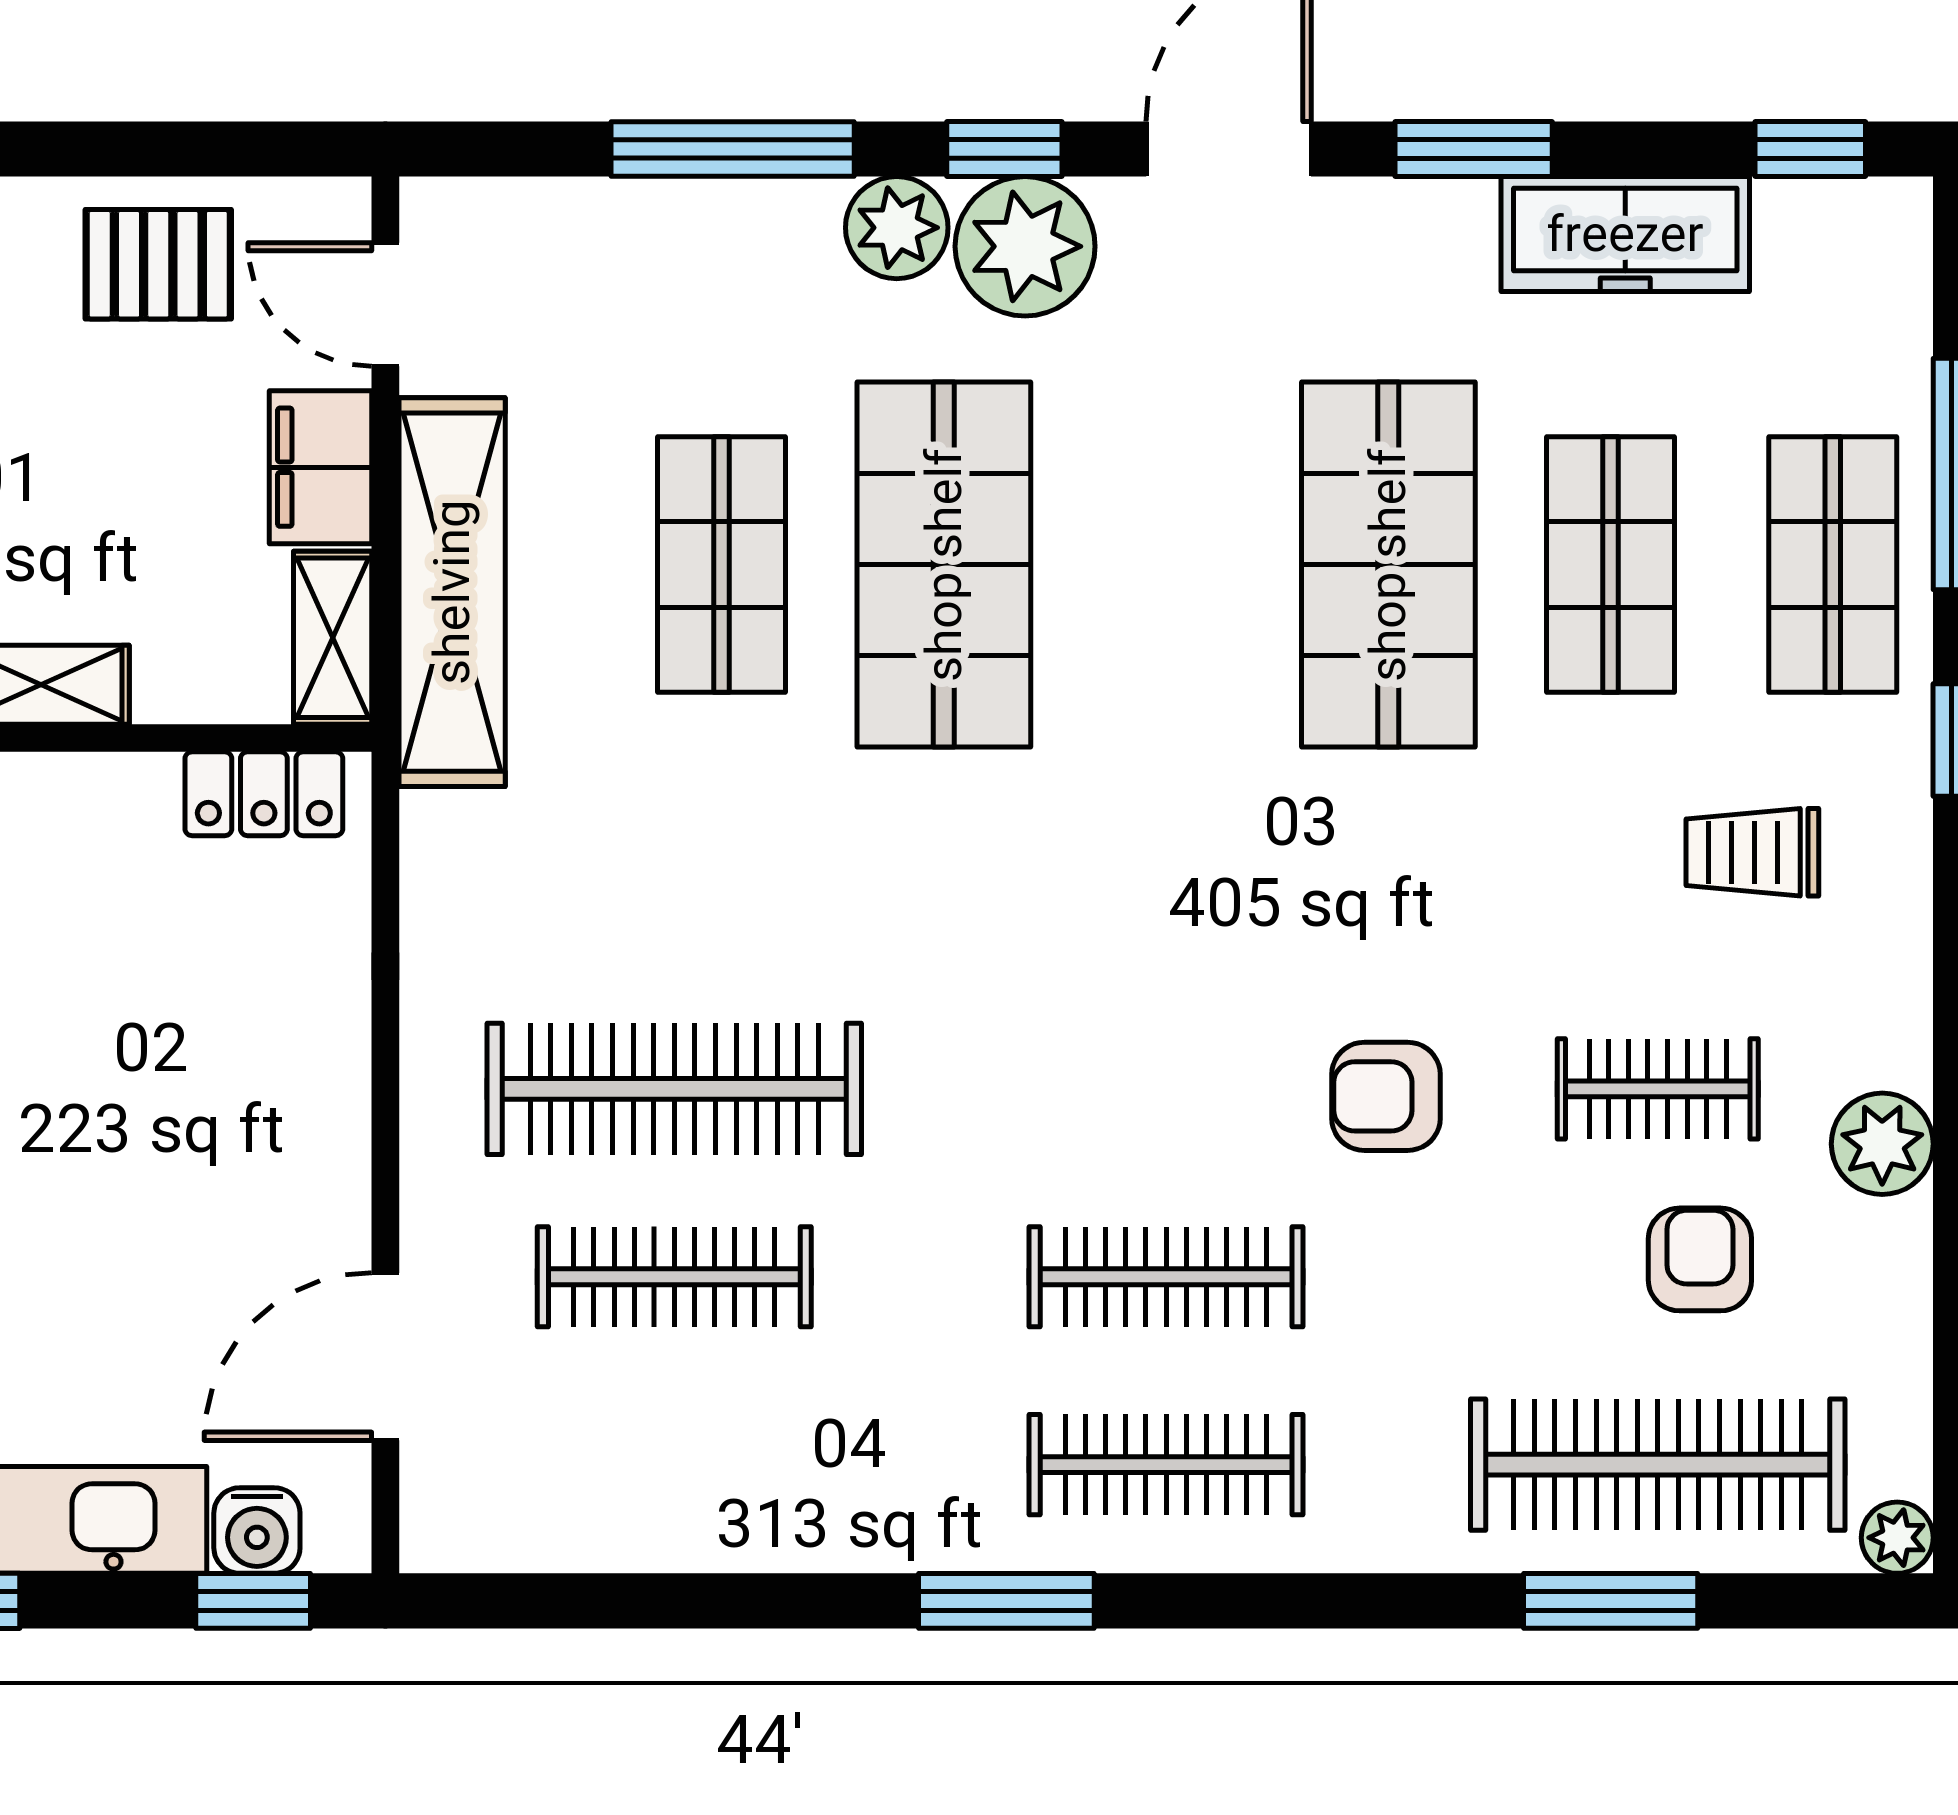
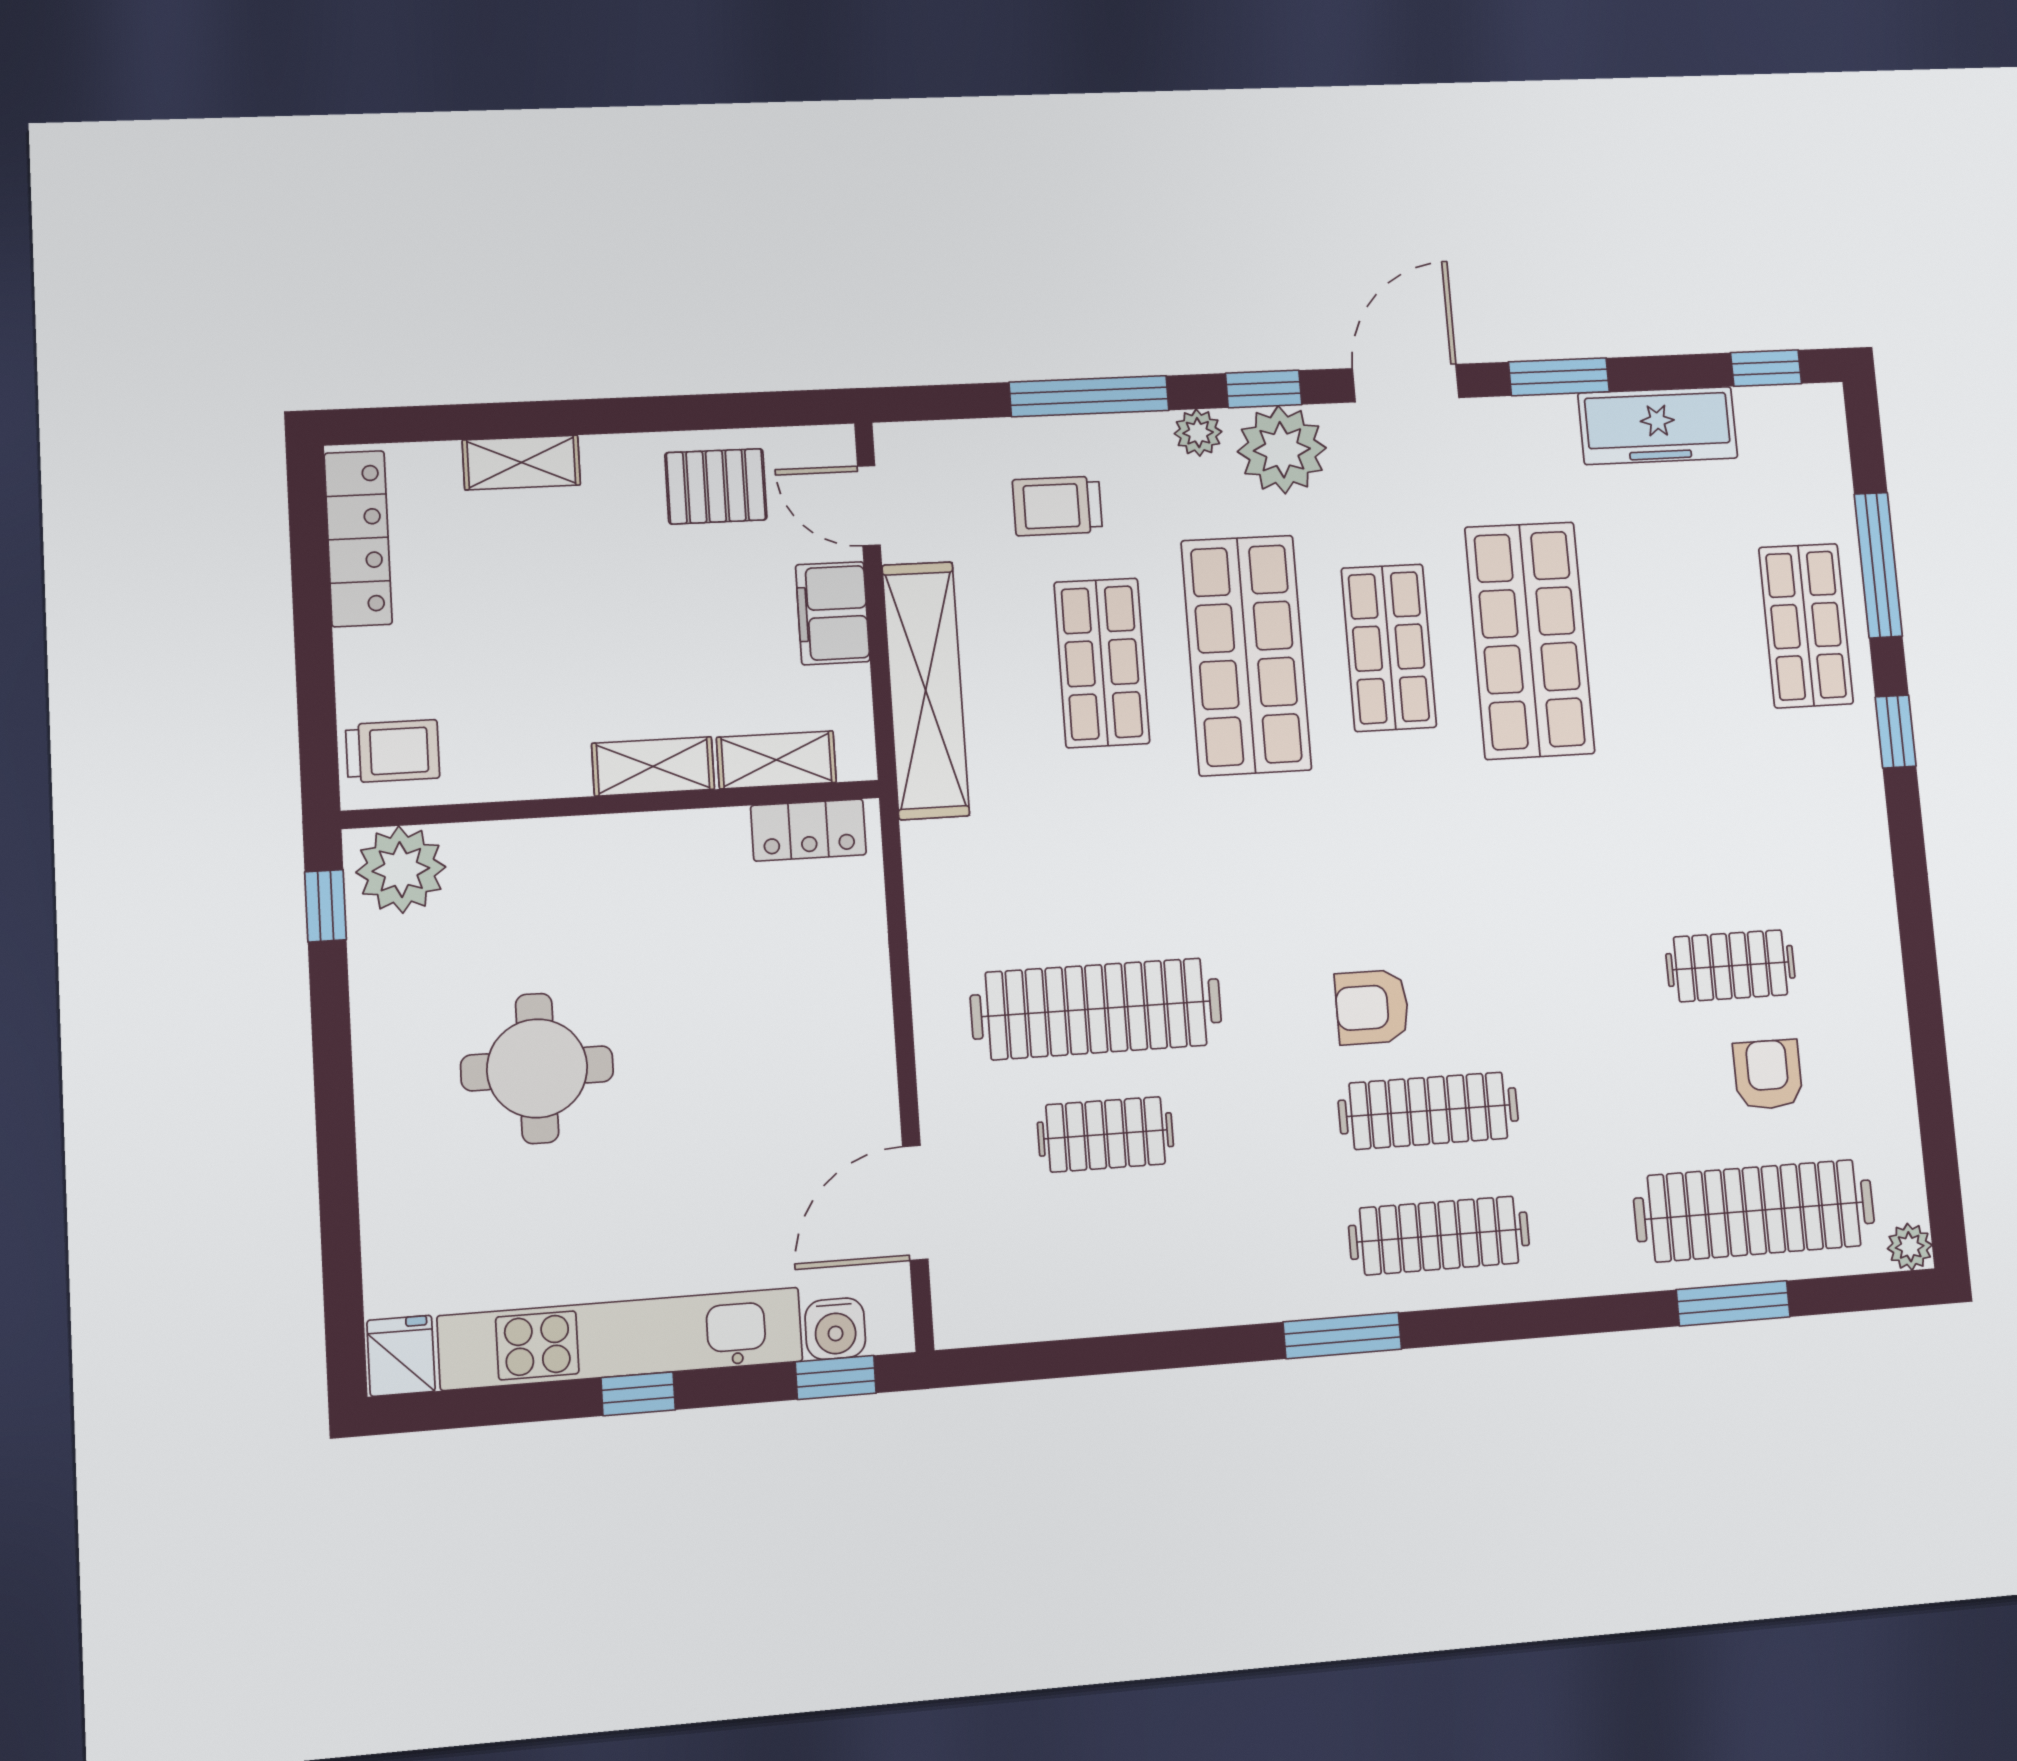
plant: (897, 228) -> (1198, 433), width x0.73, depth x0.73
shop shelf: (1611, 565) -> (1389, 648), moved
shelving: (333, 638) -> (776, 760), moved, turned 90
trolley: (1752, 852) -> (1057, 506), moved
armchair: (1386, 1096) -> (1372, 1007), moved
plant: (1882, 1144) -> (1874, 992), removed
clothes rail: (674, 1277) -> (1106, 1134), width x0.73

